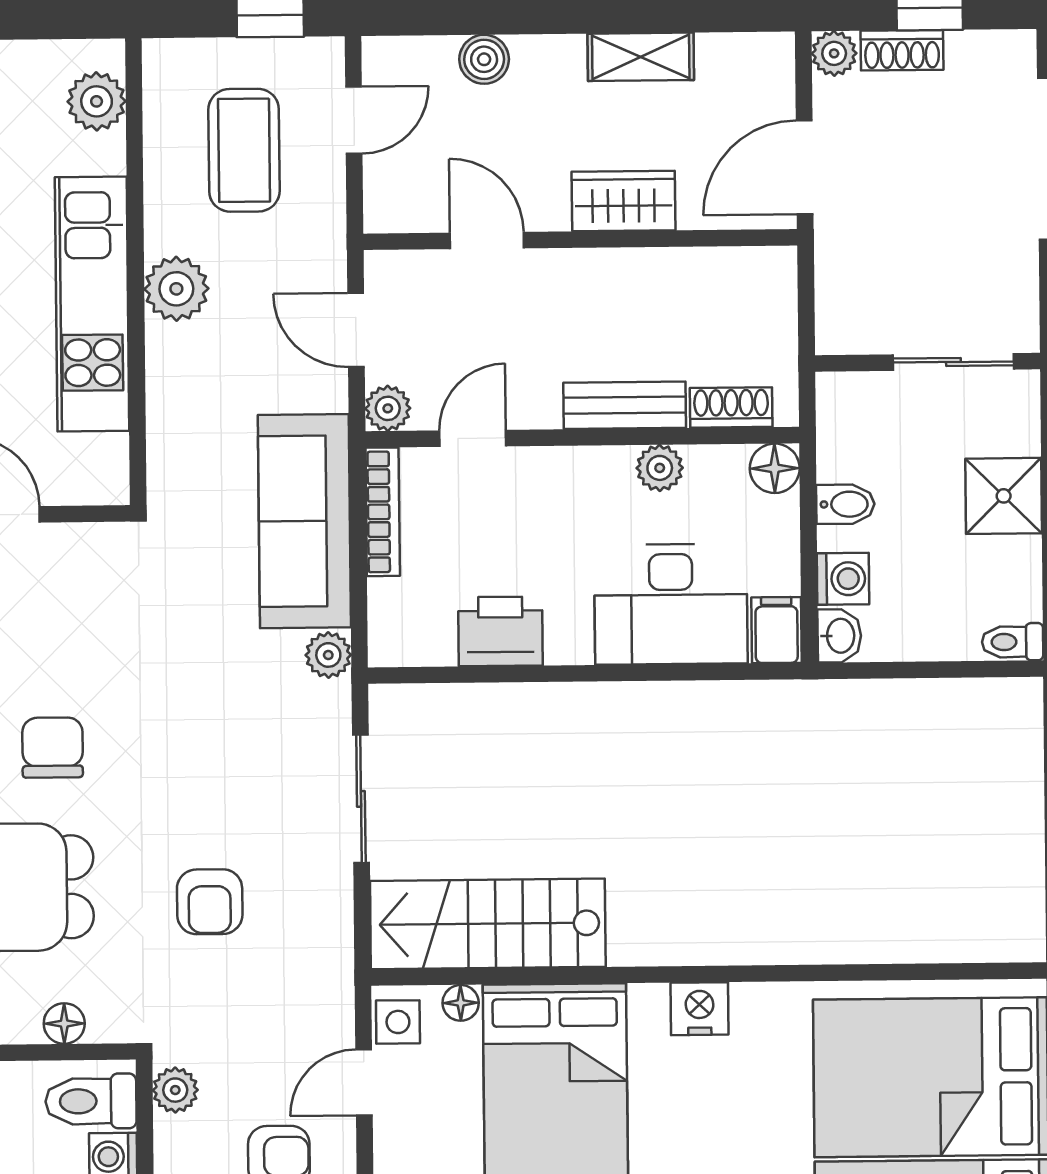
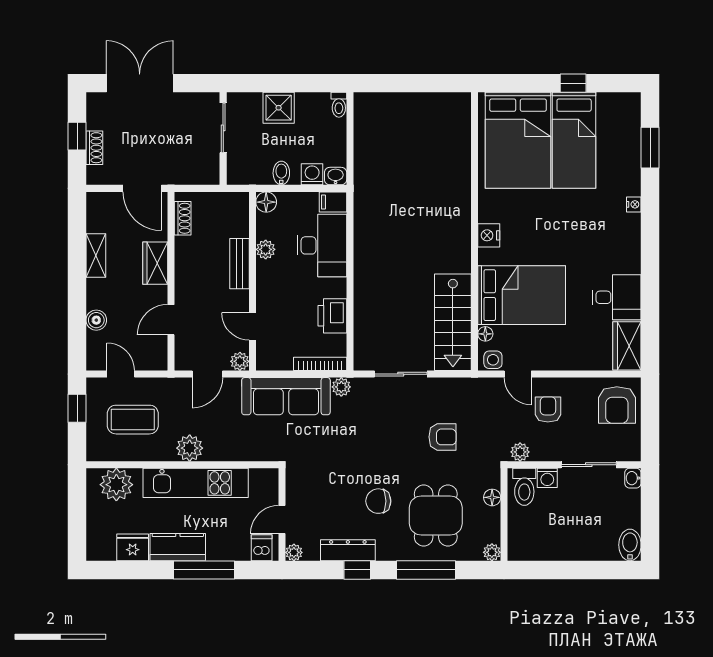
plant: (834, 53) -> (95, 176), removed
plant: (97, 101) -> (116, 485), width x1.36, depth x1.36
shoe rack: (731, 407) -> (183, 218), moved, turned 180
bookcase: (383, 512) -> (320, 364), moved

